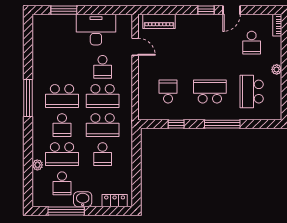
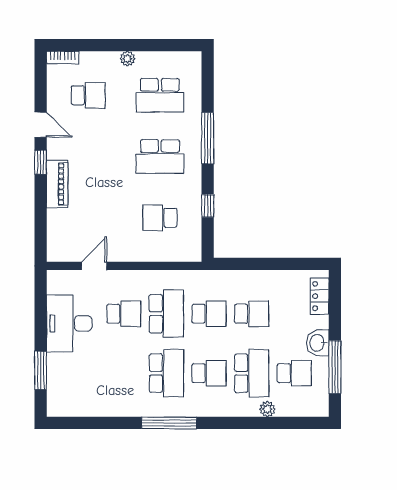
piano: (159, 21) -> (57, 184), moved
school desk: (210, 92) -> (160, 156), turned -90
school desk: (103, 125) -> (209, 314), width x0.54

